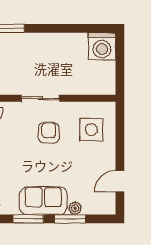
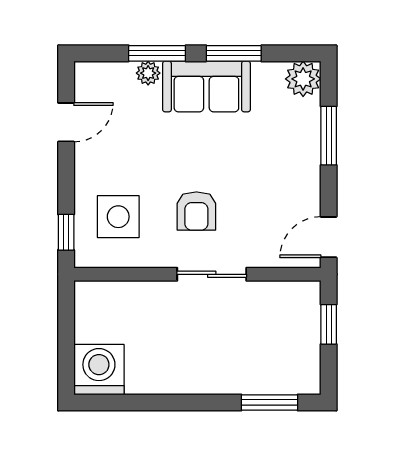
window: (120, 121) -> (66, 232), added

